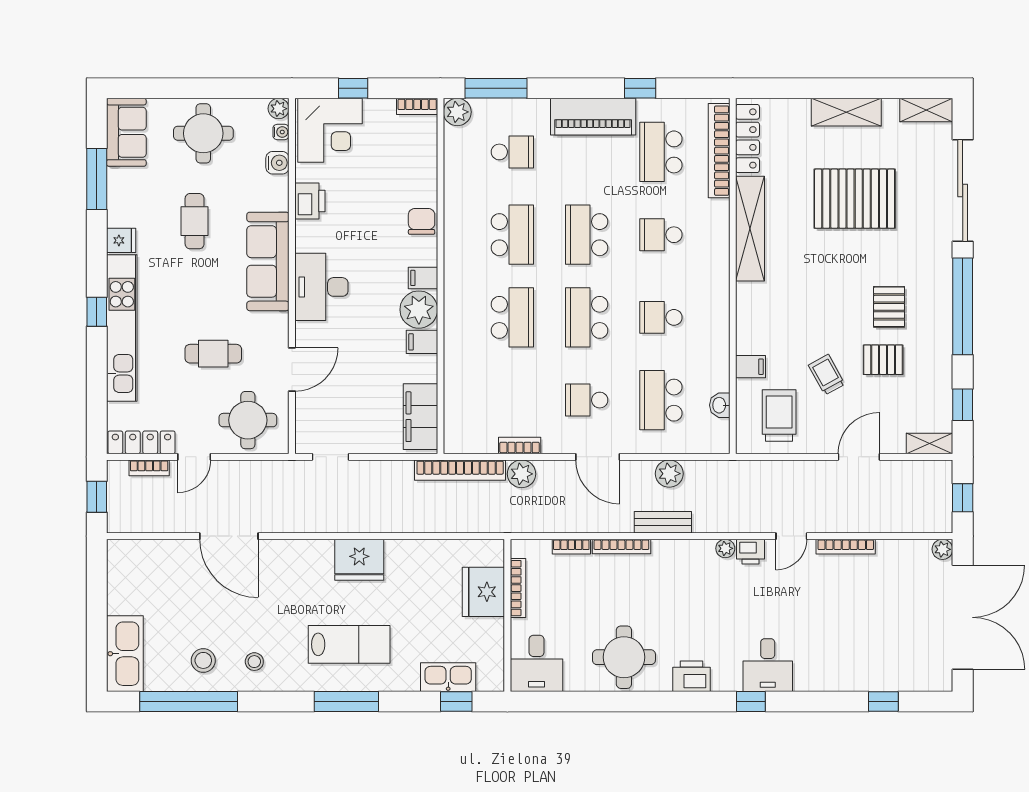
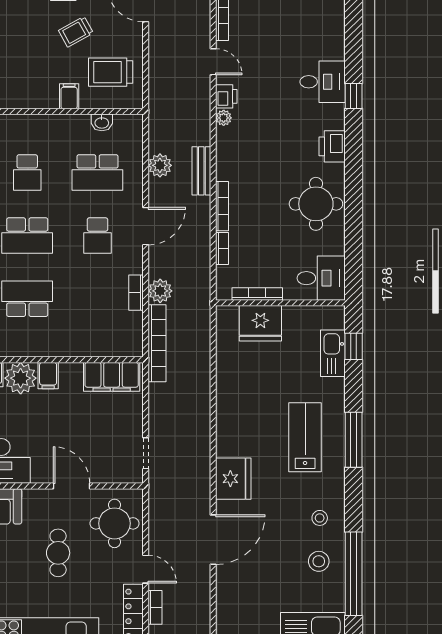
fridge: (359, 560) -> (233, 479), moved

